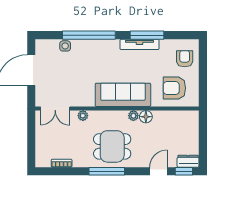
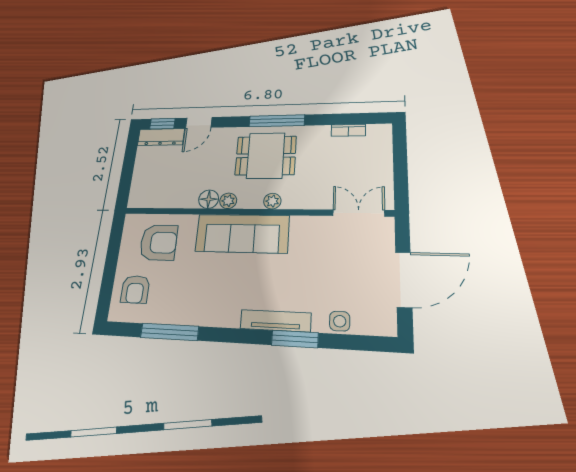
window: (89, 35) -> (295, 339), width x0.47
window: (147, 35) -> (169, 332), moved
tv unit: (140, 44) -> (275, 321), moved
plant: (83, 116) -> (272, 201), moved
dresser: (188, 161) -> (161, 137), width x1.44

